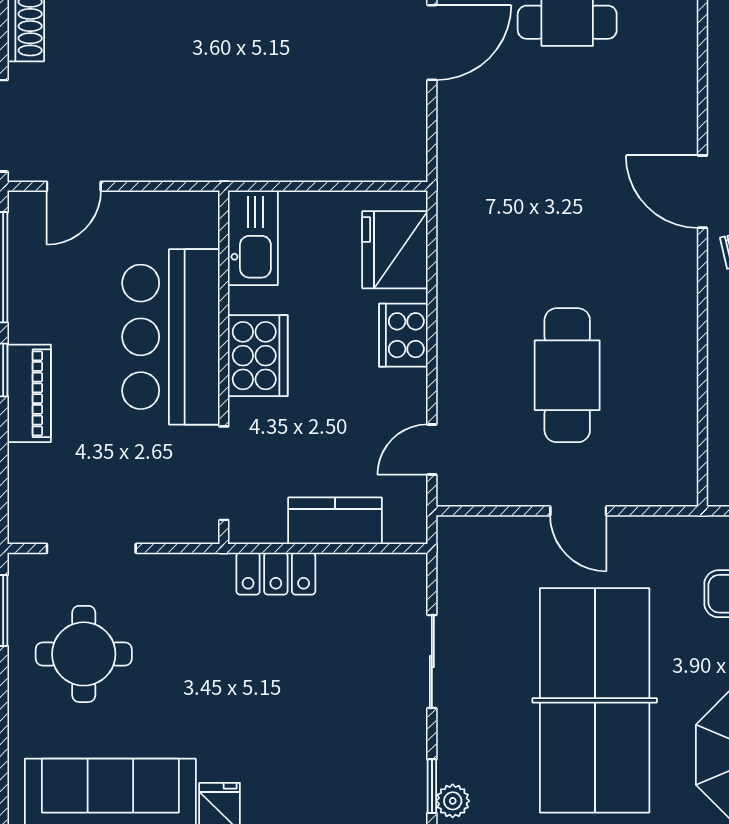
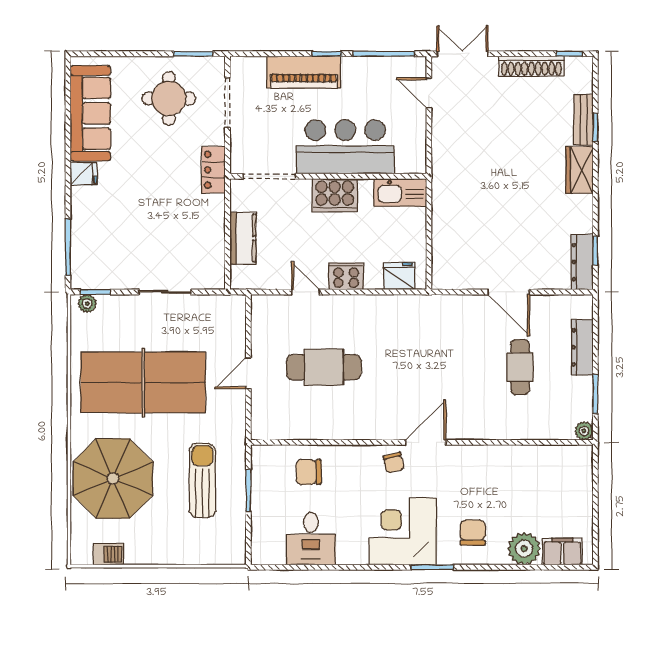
fridge: (395, 250) -> (399, 276), width x0.73, depth x0.75
piano: (29, 393) -> (304, 72), width x1.37, depth x1.33
door: (432, 449) -> (305, 292), moved
locker: (276, 574) -> (214, 170), moved

